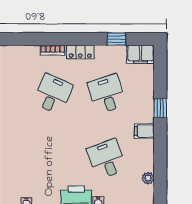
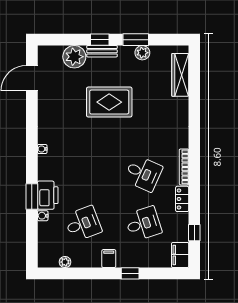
bookcase: (53, 50) -> (184, 167), width x1.56

